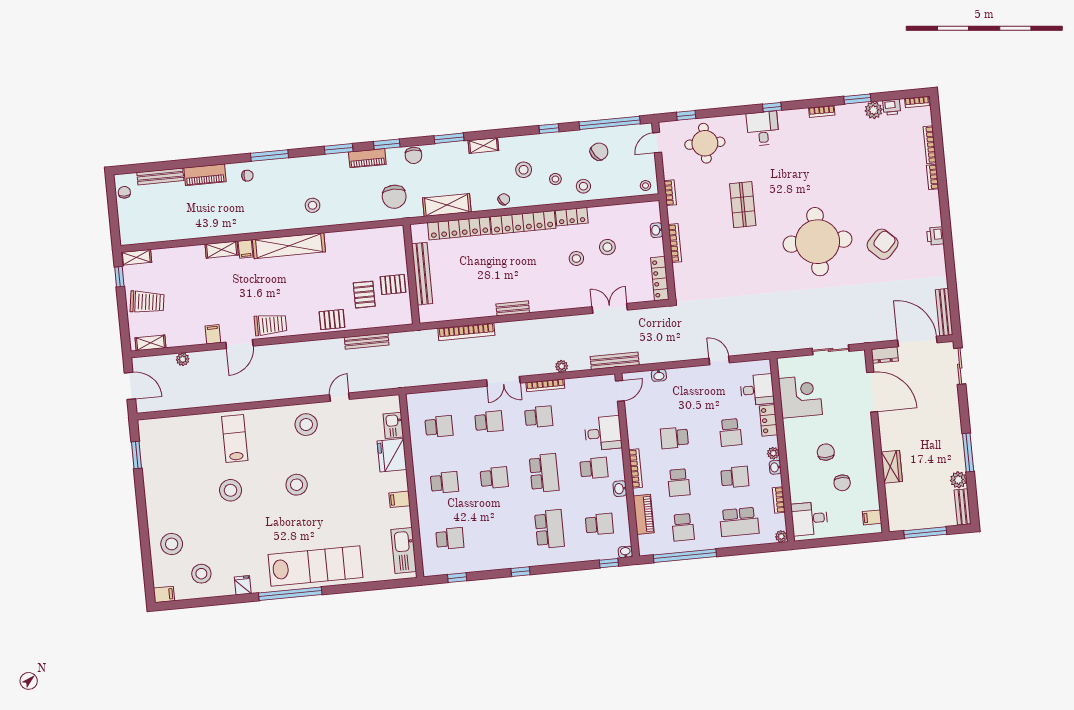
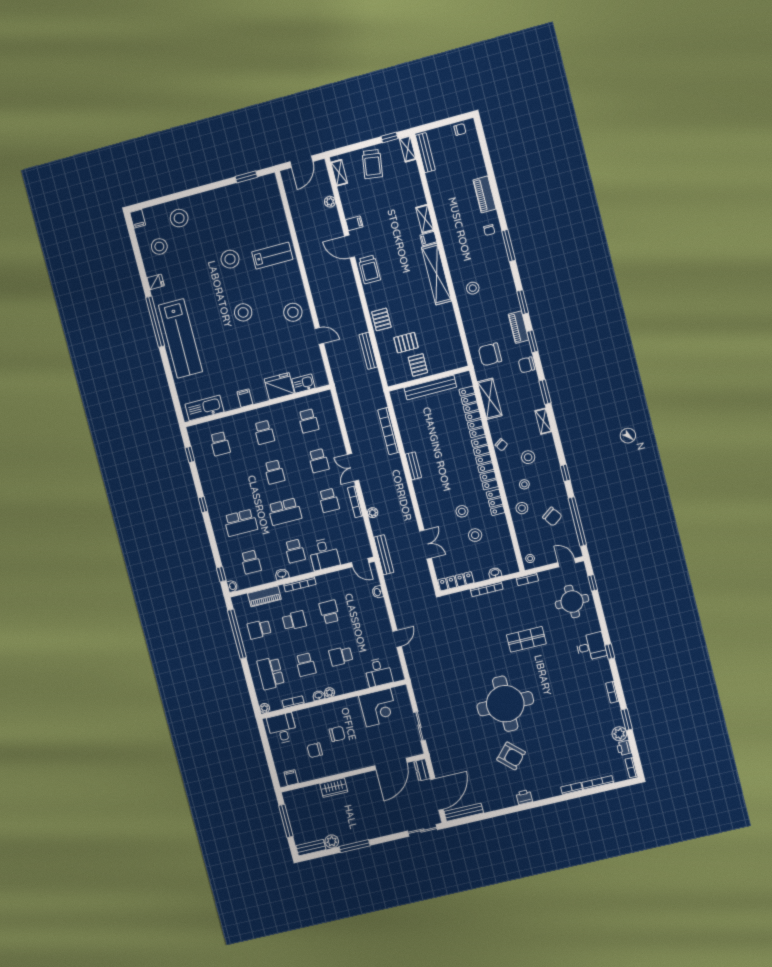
bench: (160, 176) -> (425, 153), moved
locker: (768, 420) -> (355, 685), removed
school desk: (679, 483) -> (294, 621), turned 180

